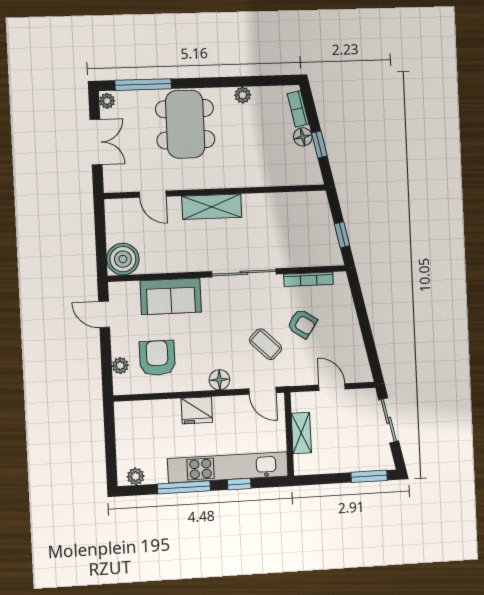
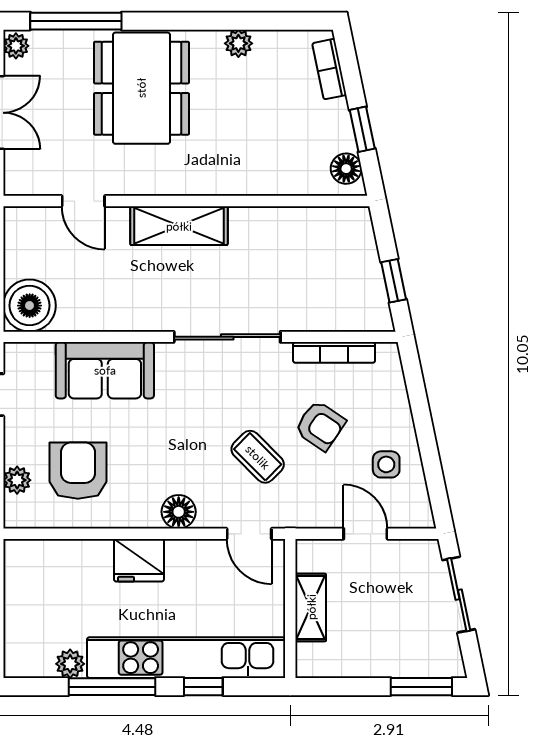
floor lamp: (303, 137) -> (346, 169), moved
side table: (342, 345) -> (386, 464), added
plant: (136, 476) -> (70, 664), moved

